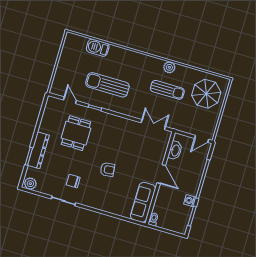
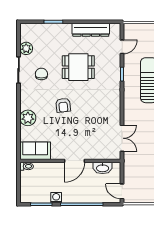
dining table: (76, 133) -> (78, 67), moved
dresser: (38, 150) -> (91, 30), moved
plant: (30, 184) -> (26, 48), moved
sofa: (143, 202) -> (35, 151), width x0.73
plant: (110, 205) -> (28, 118), added

